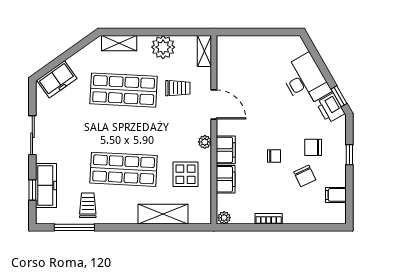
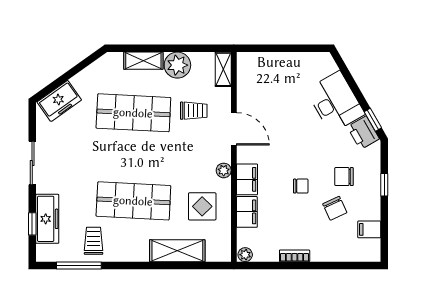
shelving: (119, 43) -> (143, 61), moved

